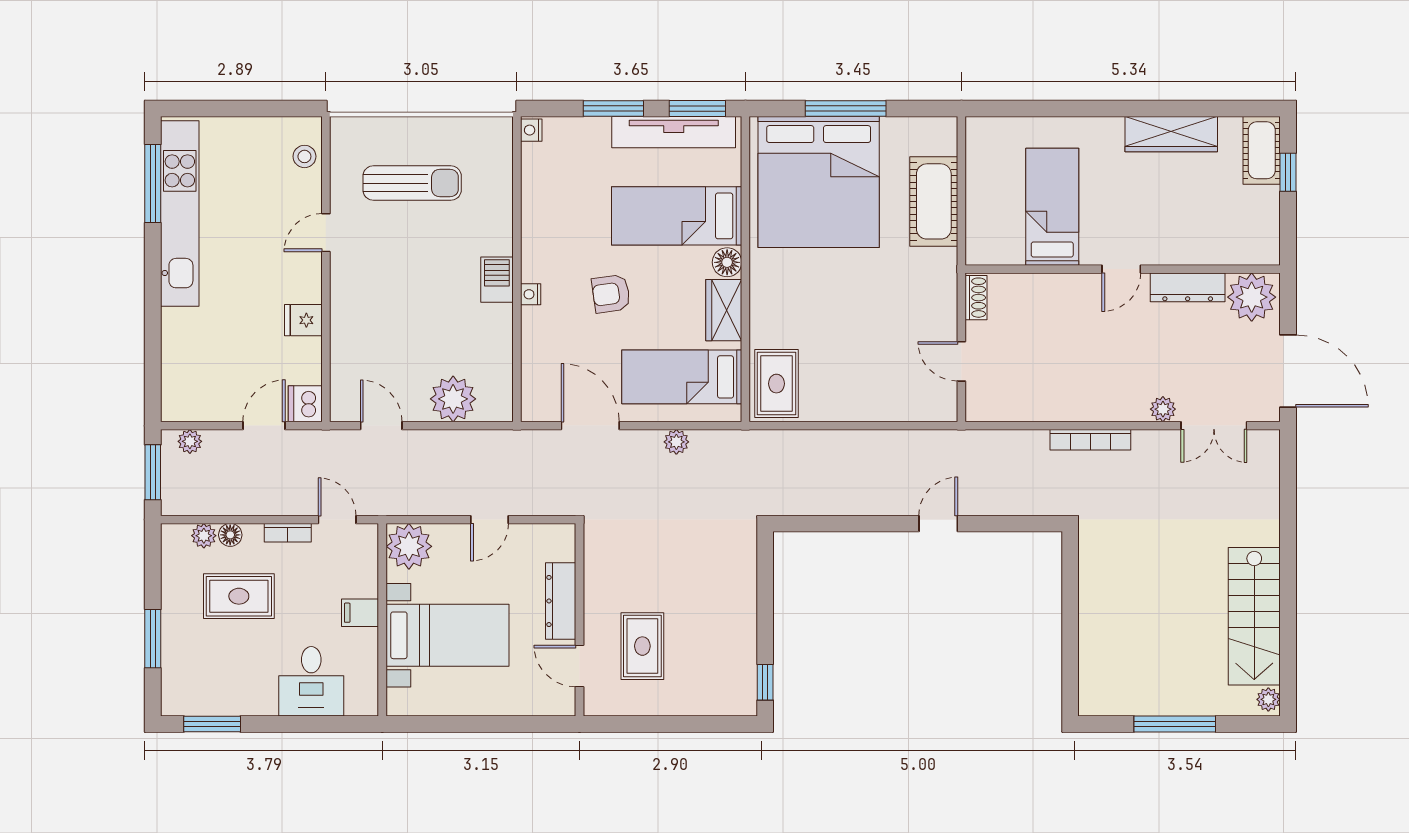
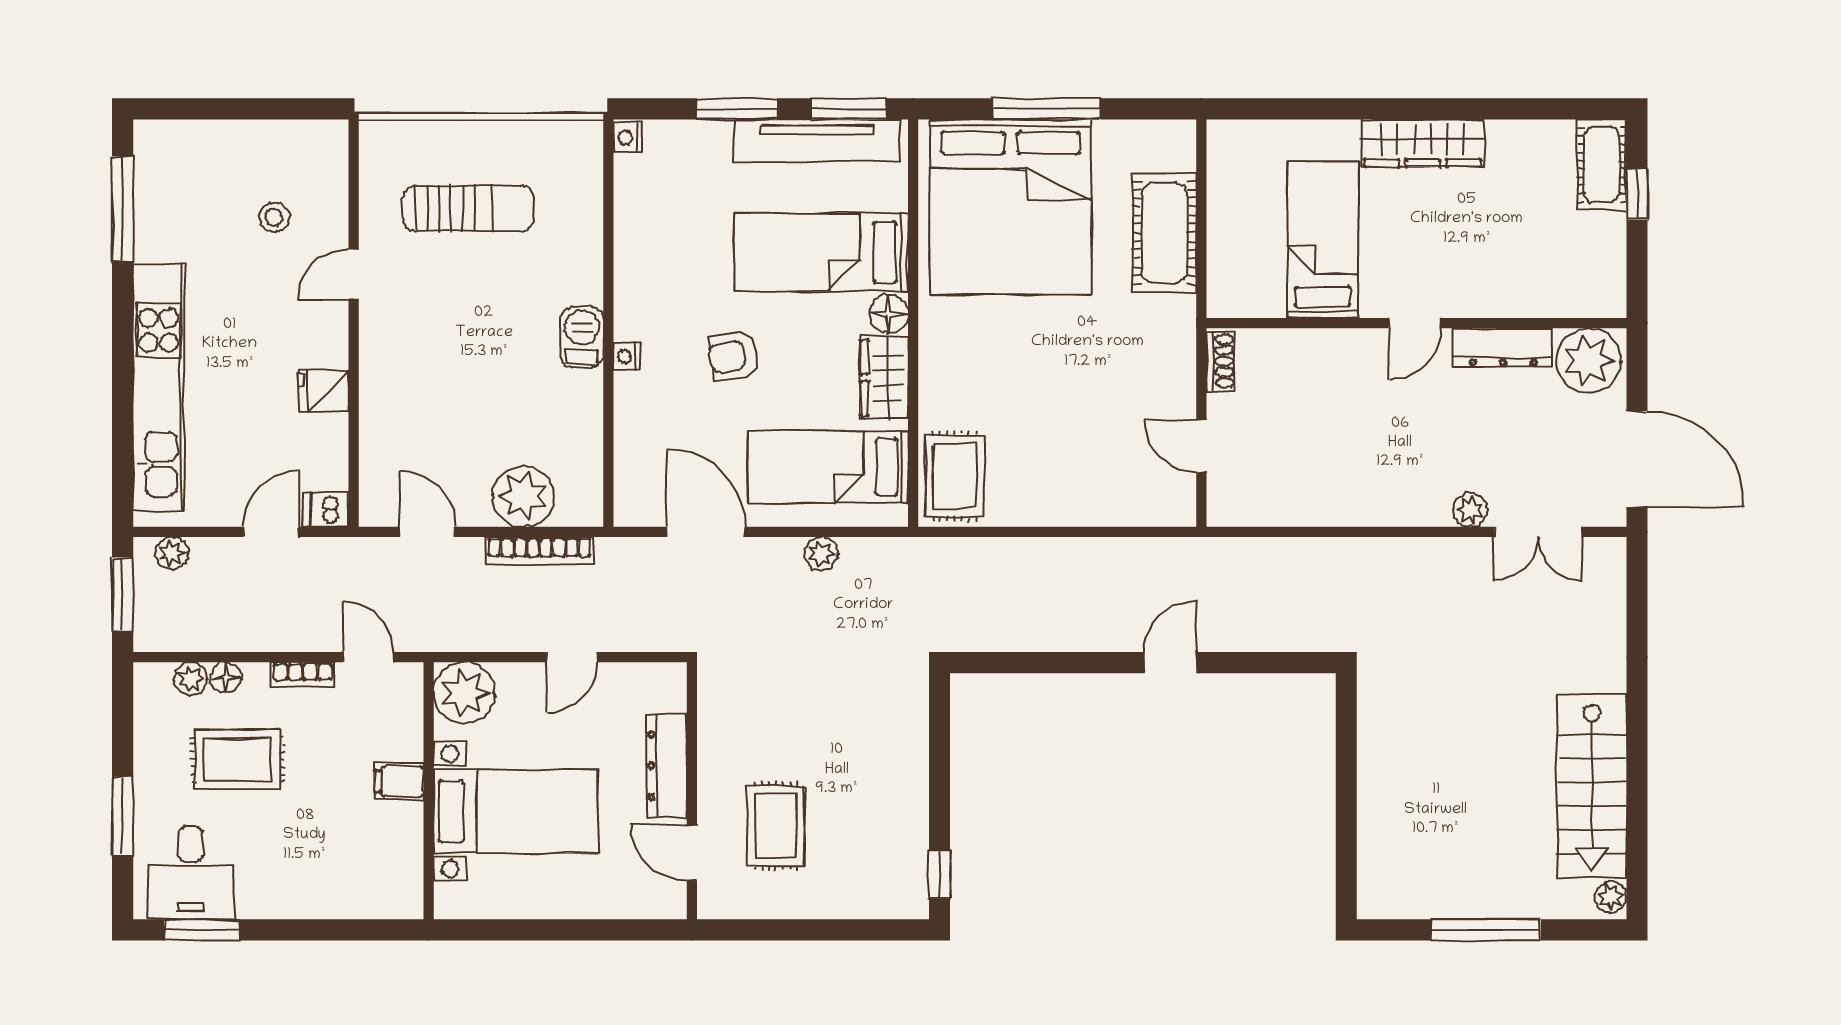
wardrobe: (1171, 134) -> (1423, 143), moved
stool: (304, 156) -> (274, 217), moved
kitchen unit: (180, 214) -> (159, 387), moved
dishwasher: (305, 404) -> (326, 509), width x0.73
bookcase: (1090, 440) -> (540, 551), moved
desk: (311, 681) -> (191, 873), moved

